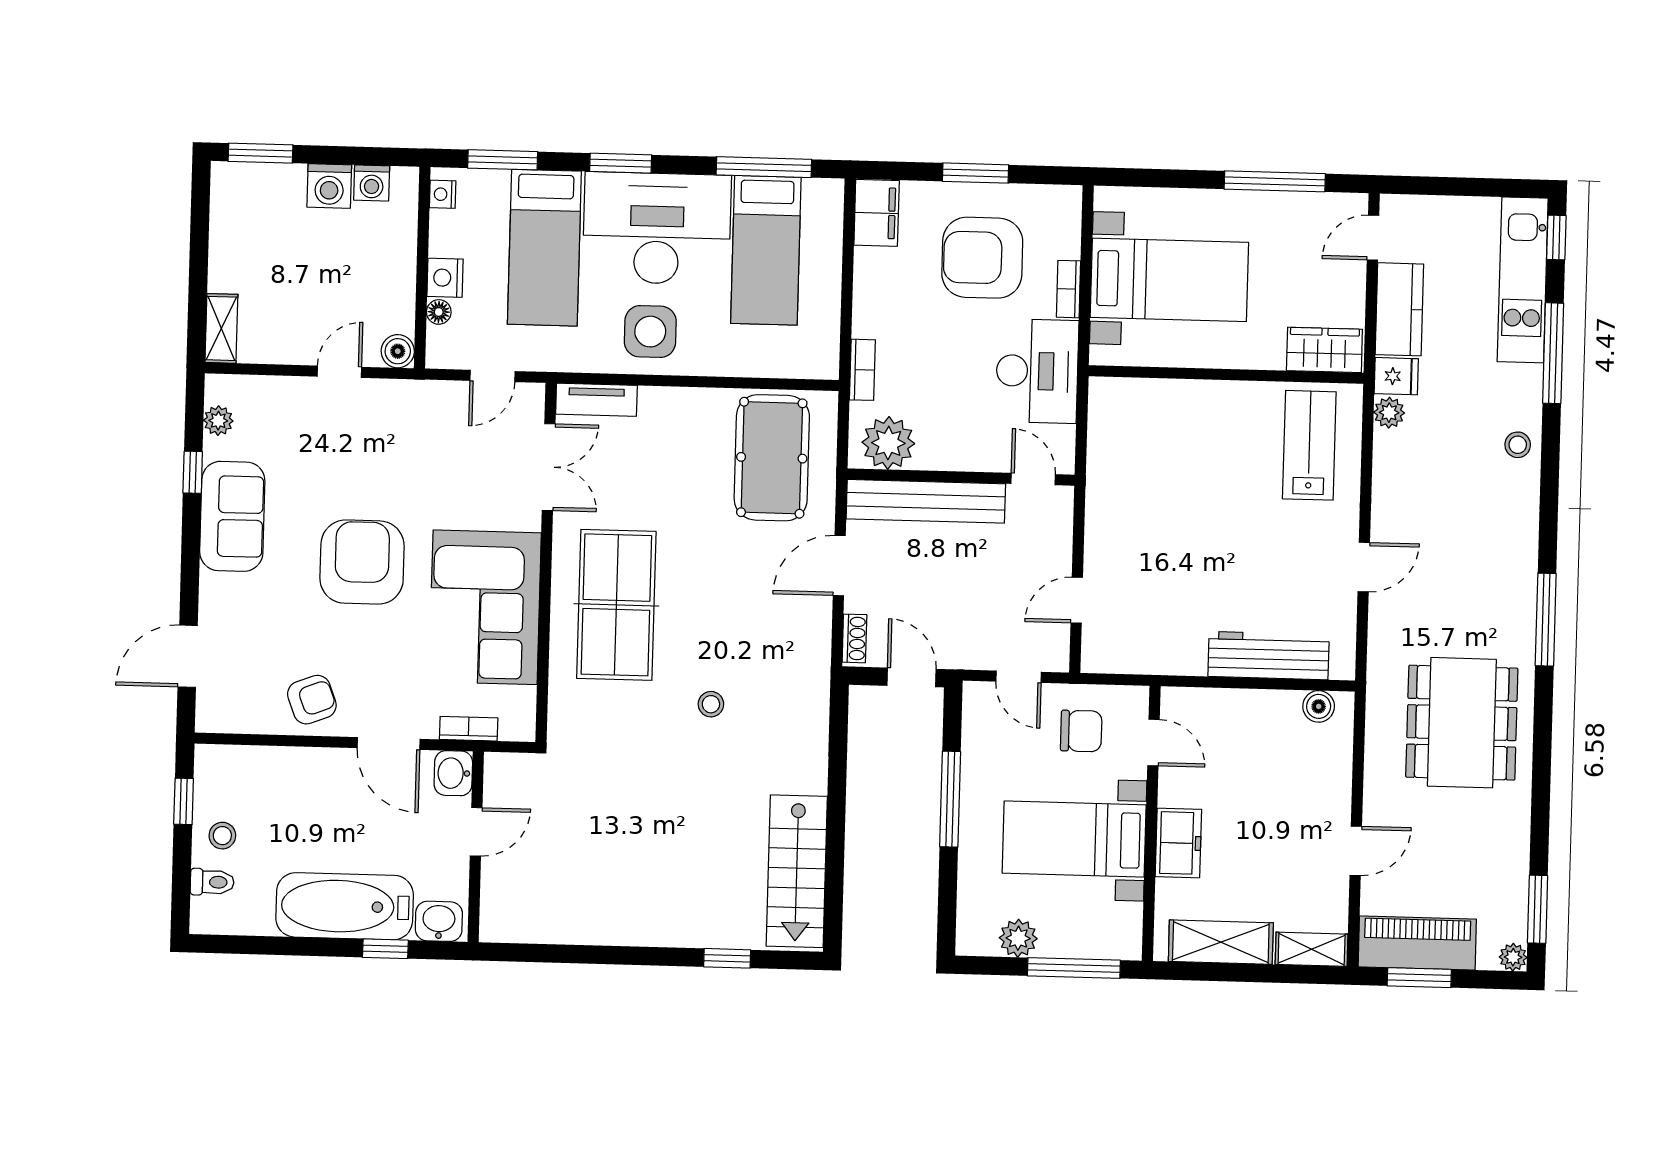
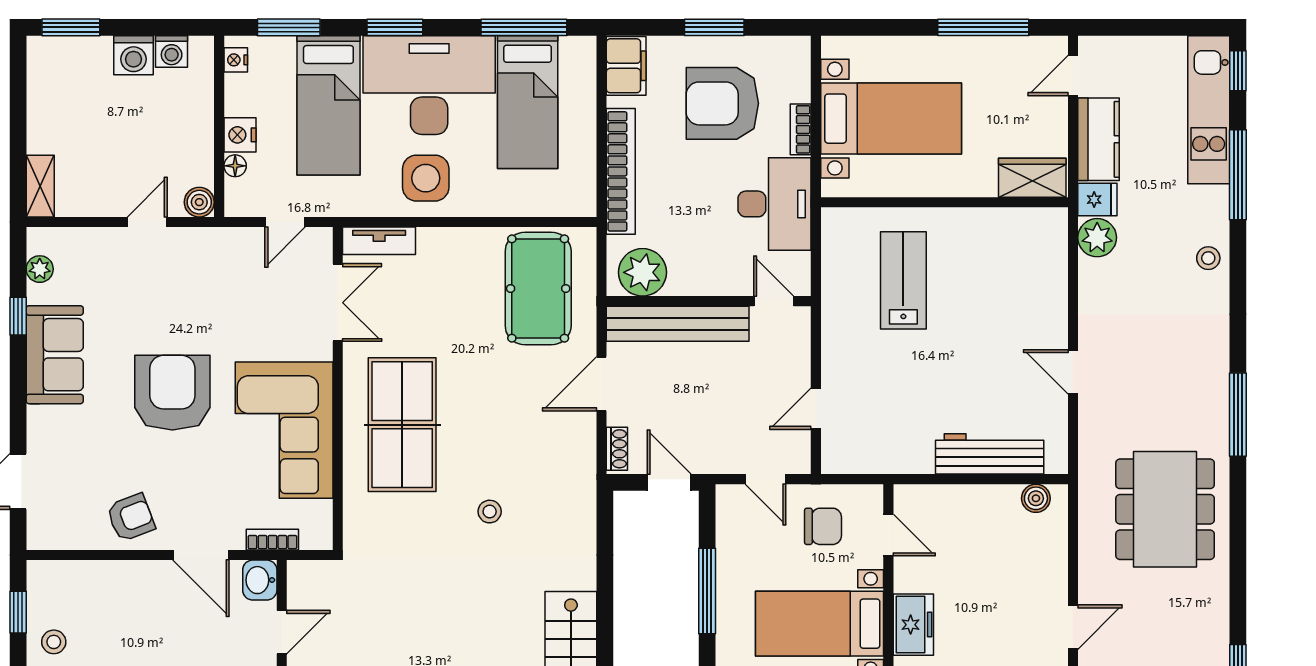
bookcase: (862, 370) -> (621, 171), width x2.31, depth x1.31
plant: (1389, 413) -> (1097, 238), width x1.38, depth x1.38
lab bench: (1309, 445) -> (903, 280), moved
door: (1364, 567) -> (1073, 372), swing flipped

